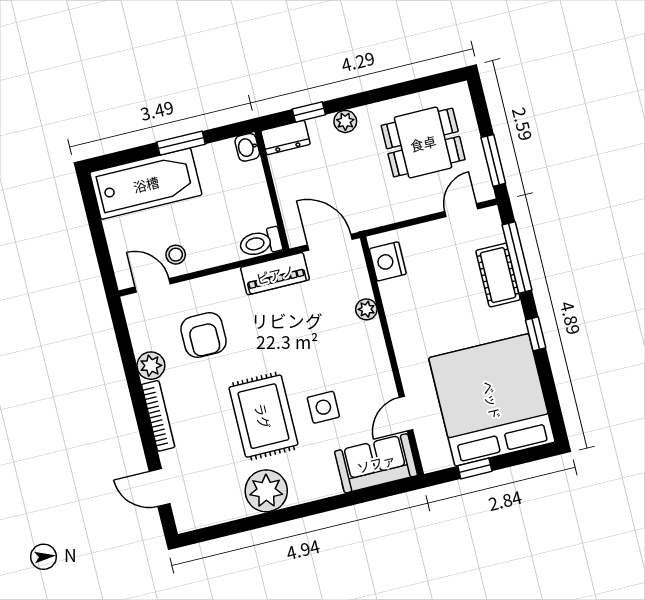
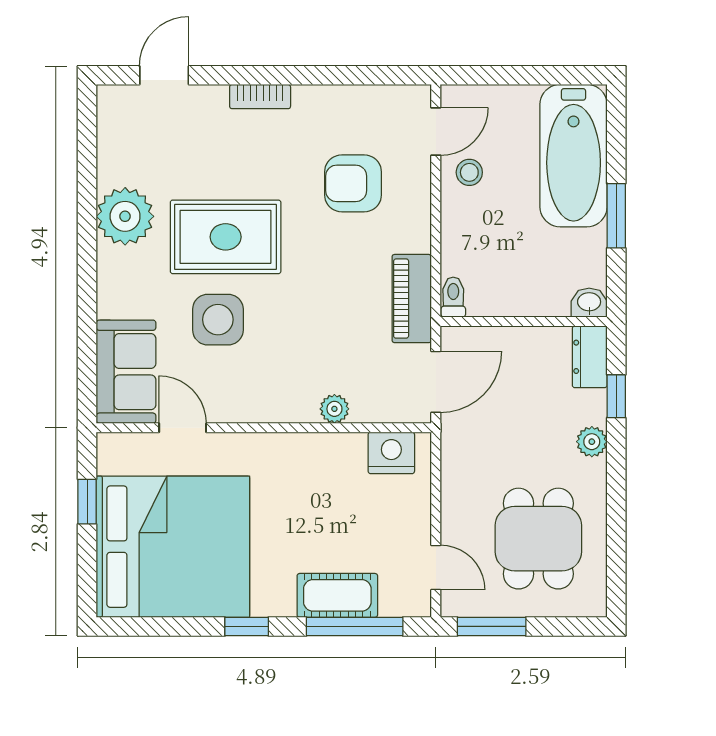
toilet: (261, 243) -> (453, 297), width x0.73, depth x0.72
plant: (151, 366) -> (329, 103), removed
side table: (323, 407) -> (218, 320), width x1.37, depth x1.37
bookcase: (158, 416) -> (260, 97), width x0.64

